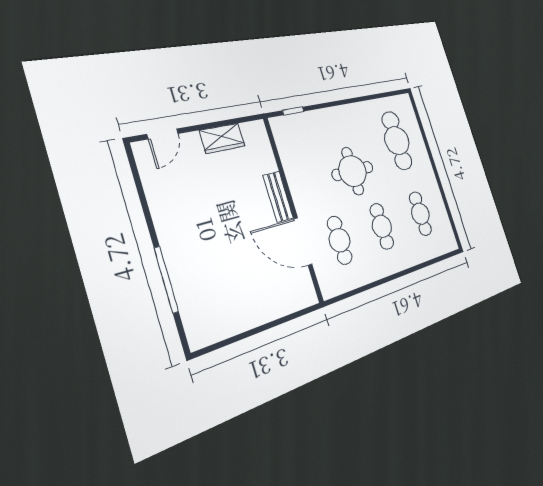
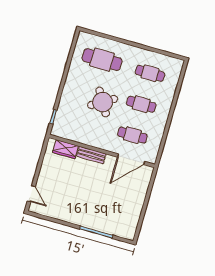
wardrobe: (222, 138) -> (65, 149), moved, turned 90
round table: (353, 171) -> (103, 102), turned -31
door: (303, 241) -> (131, 159), moved

